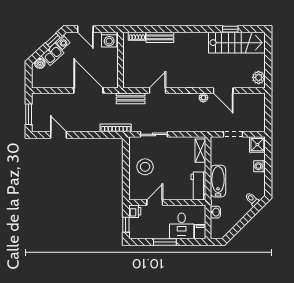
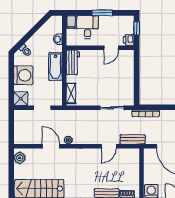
washing machine: (260, 166) -> (23, 75), width x1.89, depth x1.89
stool: (145, 167) -> (120, 79), removed

